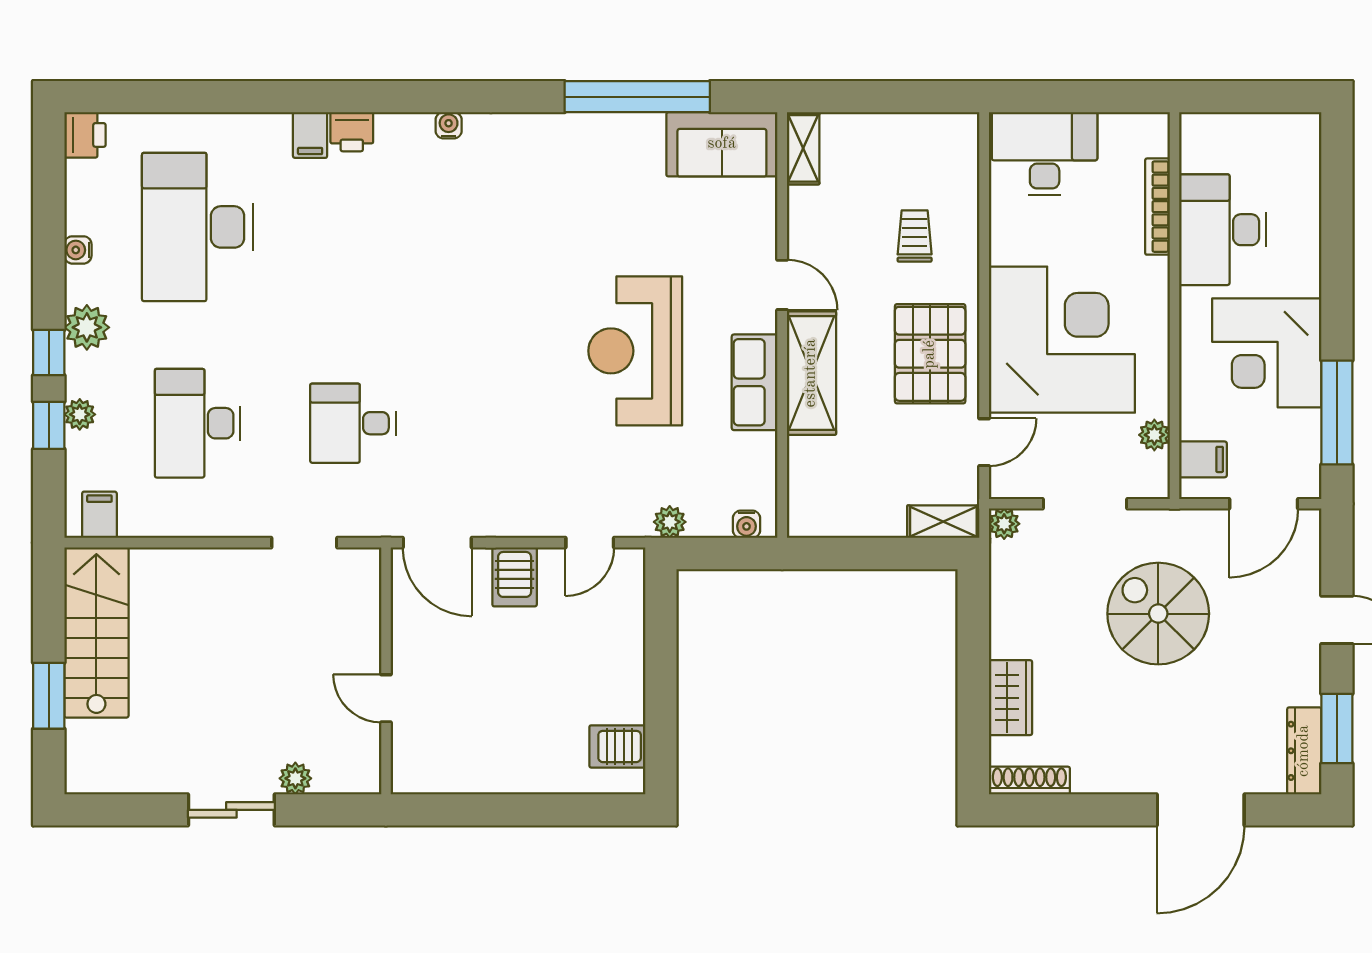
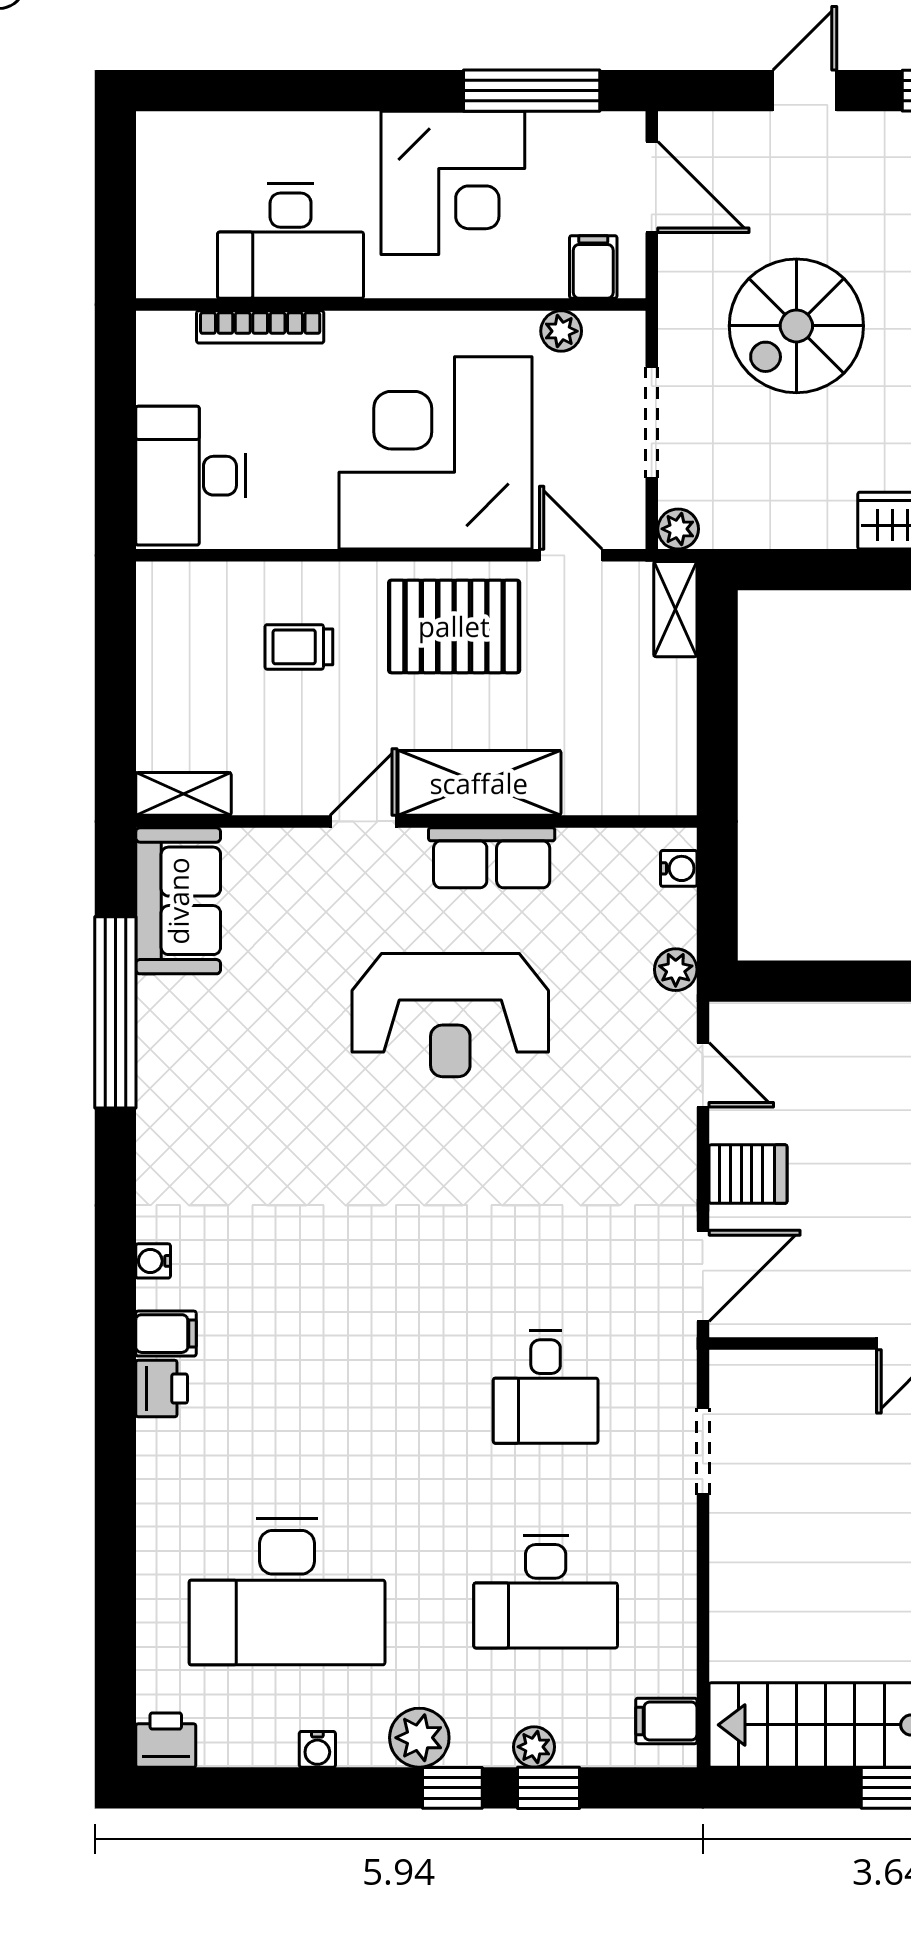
filing cabinet: (310, 135) -> (166, 1334), moved

